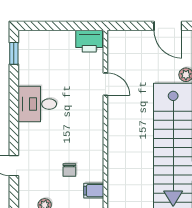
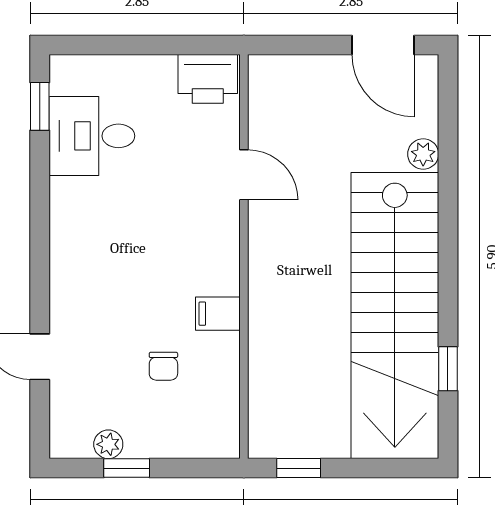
desk: (37, 104) -> (92, 136), moved
filing cabinet: (94, 191) -> (218, 314), moved

